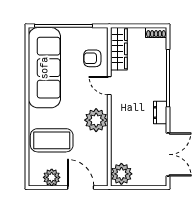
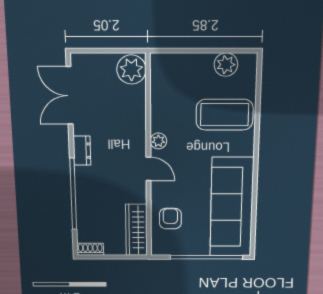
armchair: (92, 58) -> (170, 219), turned -90
door: (109, 86) -> (148, 169), moved
plant: (96, 120) -> (158, 141), width x0.53, depth x0.53
door: (81, 187) -> (187, 51), removed

